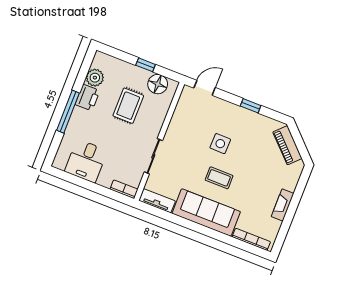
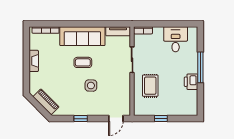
plant: (95, 78) -> (191, 97), removed
floor lamp: (158, 84) -> (148, 109), removed
rug: (128, 106) -> (150, 86), moved

